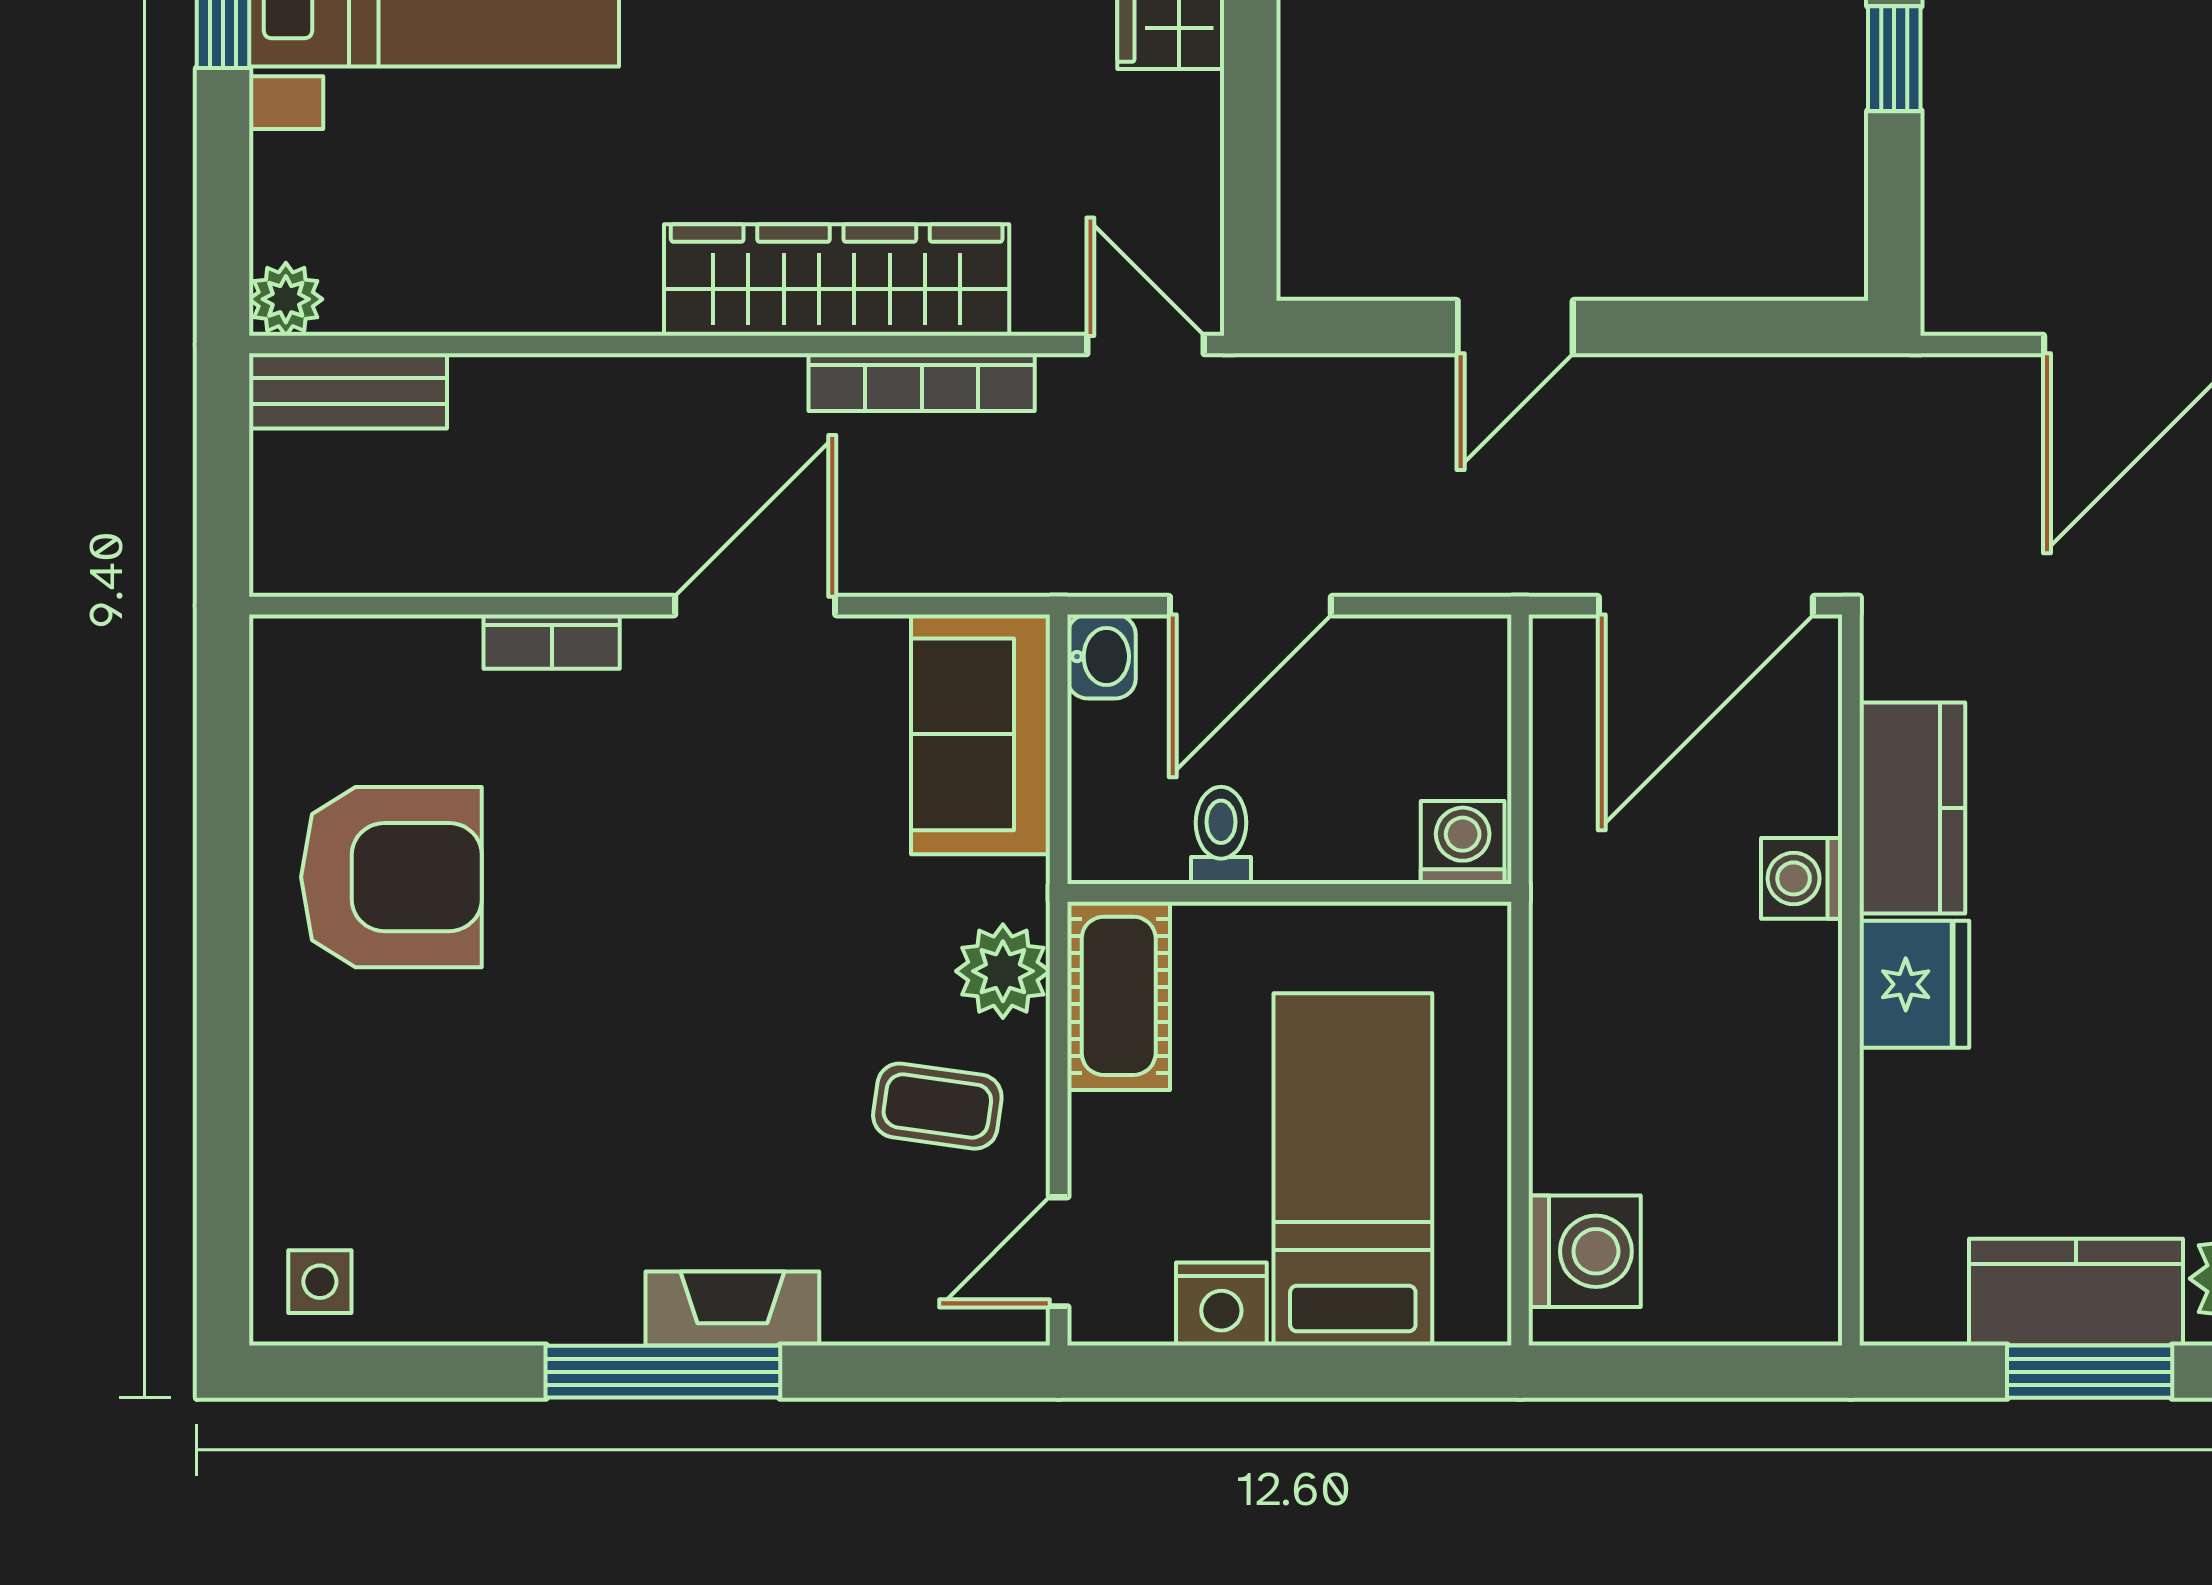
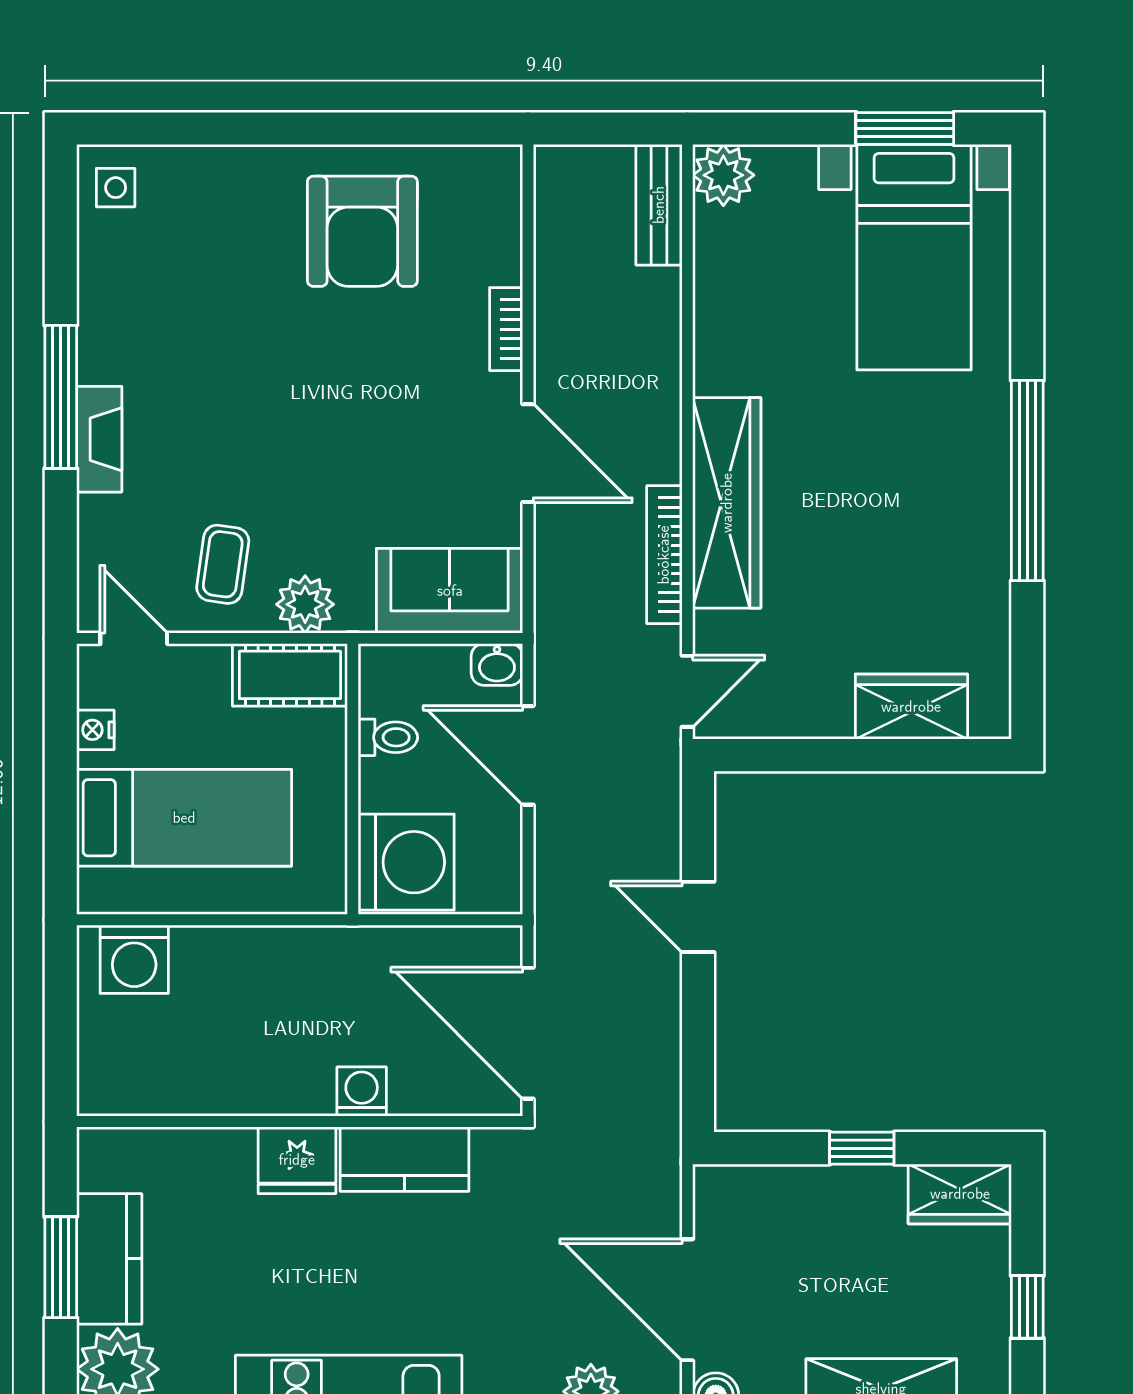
plant: (286, 299) -> (723, 175), width x1.38, depth x1.38
washing machine: (1463, 842) -> (406, 862), width x1.89, depth x1.89
nightstand: (1221, 1304) -> (95, 730), width x0.72, depth x0.74

